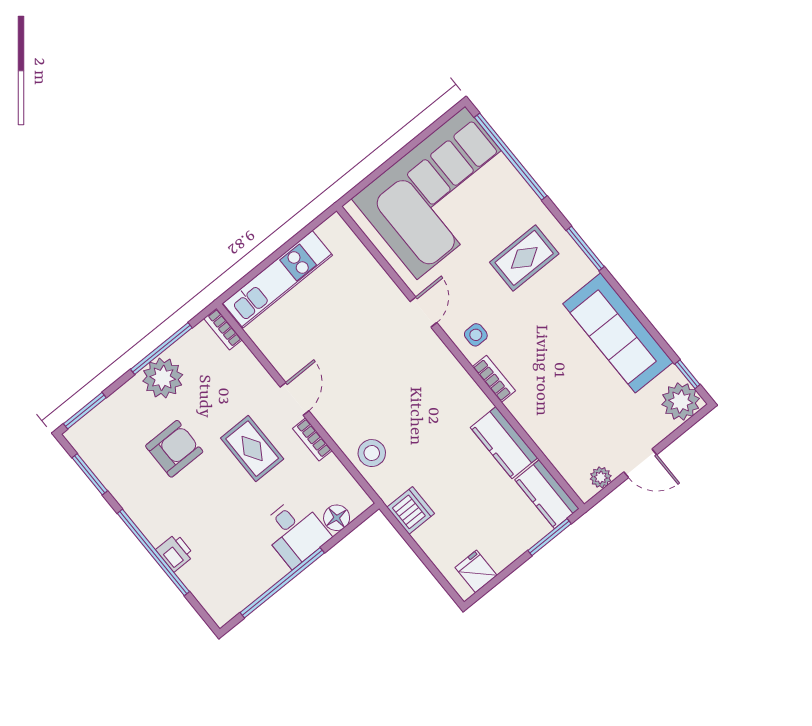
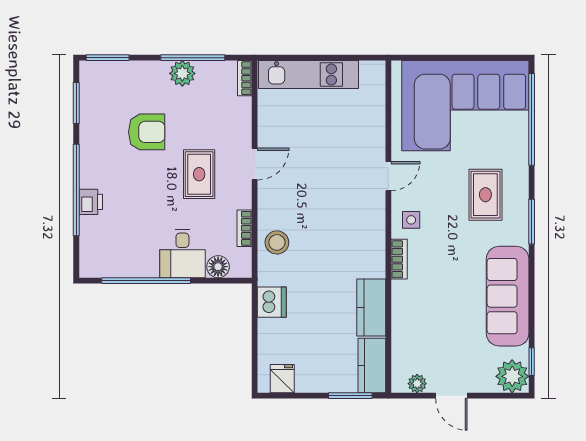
rug: (524, 258) -> (485, 195), turned 90
plant: (163, 378) -> (182, 73), width x0.73, depth x0.73
bookcase: (312, 439) -> (244, 228), moved

